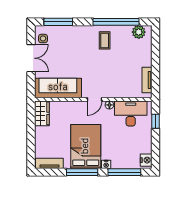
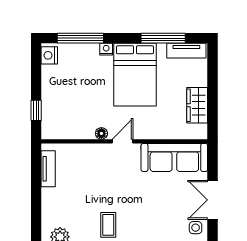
wardrobe: (42, 113) -> (197, 105), moved
desk: (131, 113) -> (71, 121), removed
window: (82, 172) -> (163, 38), moved

